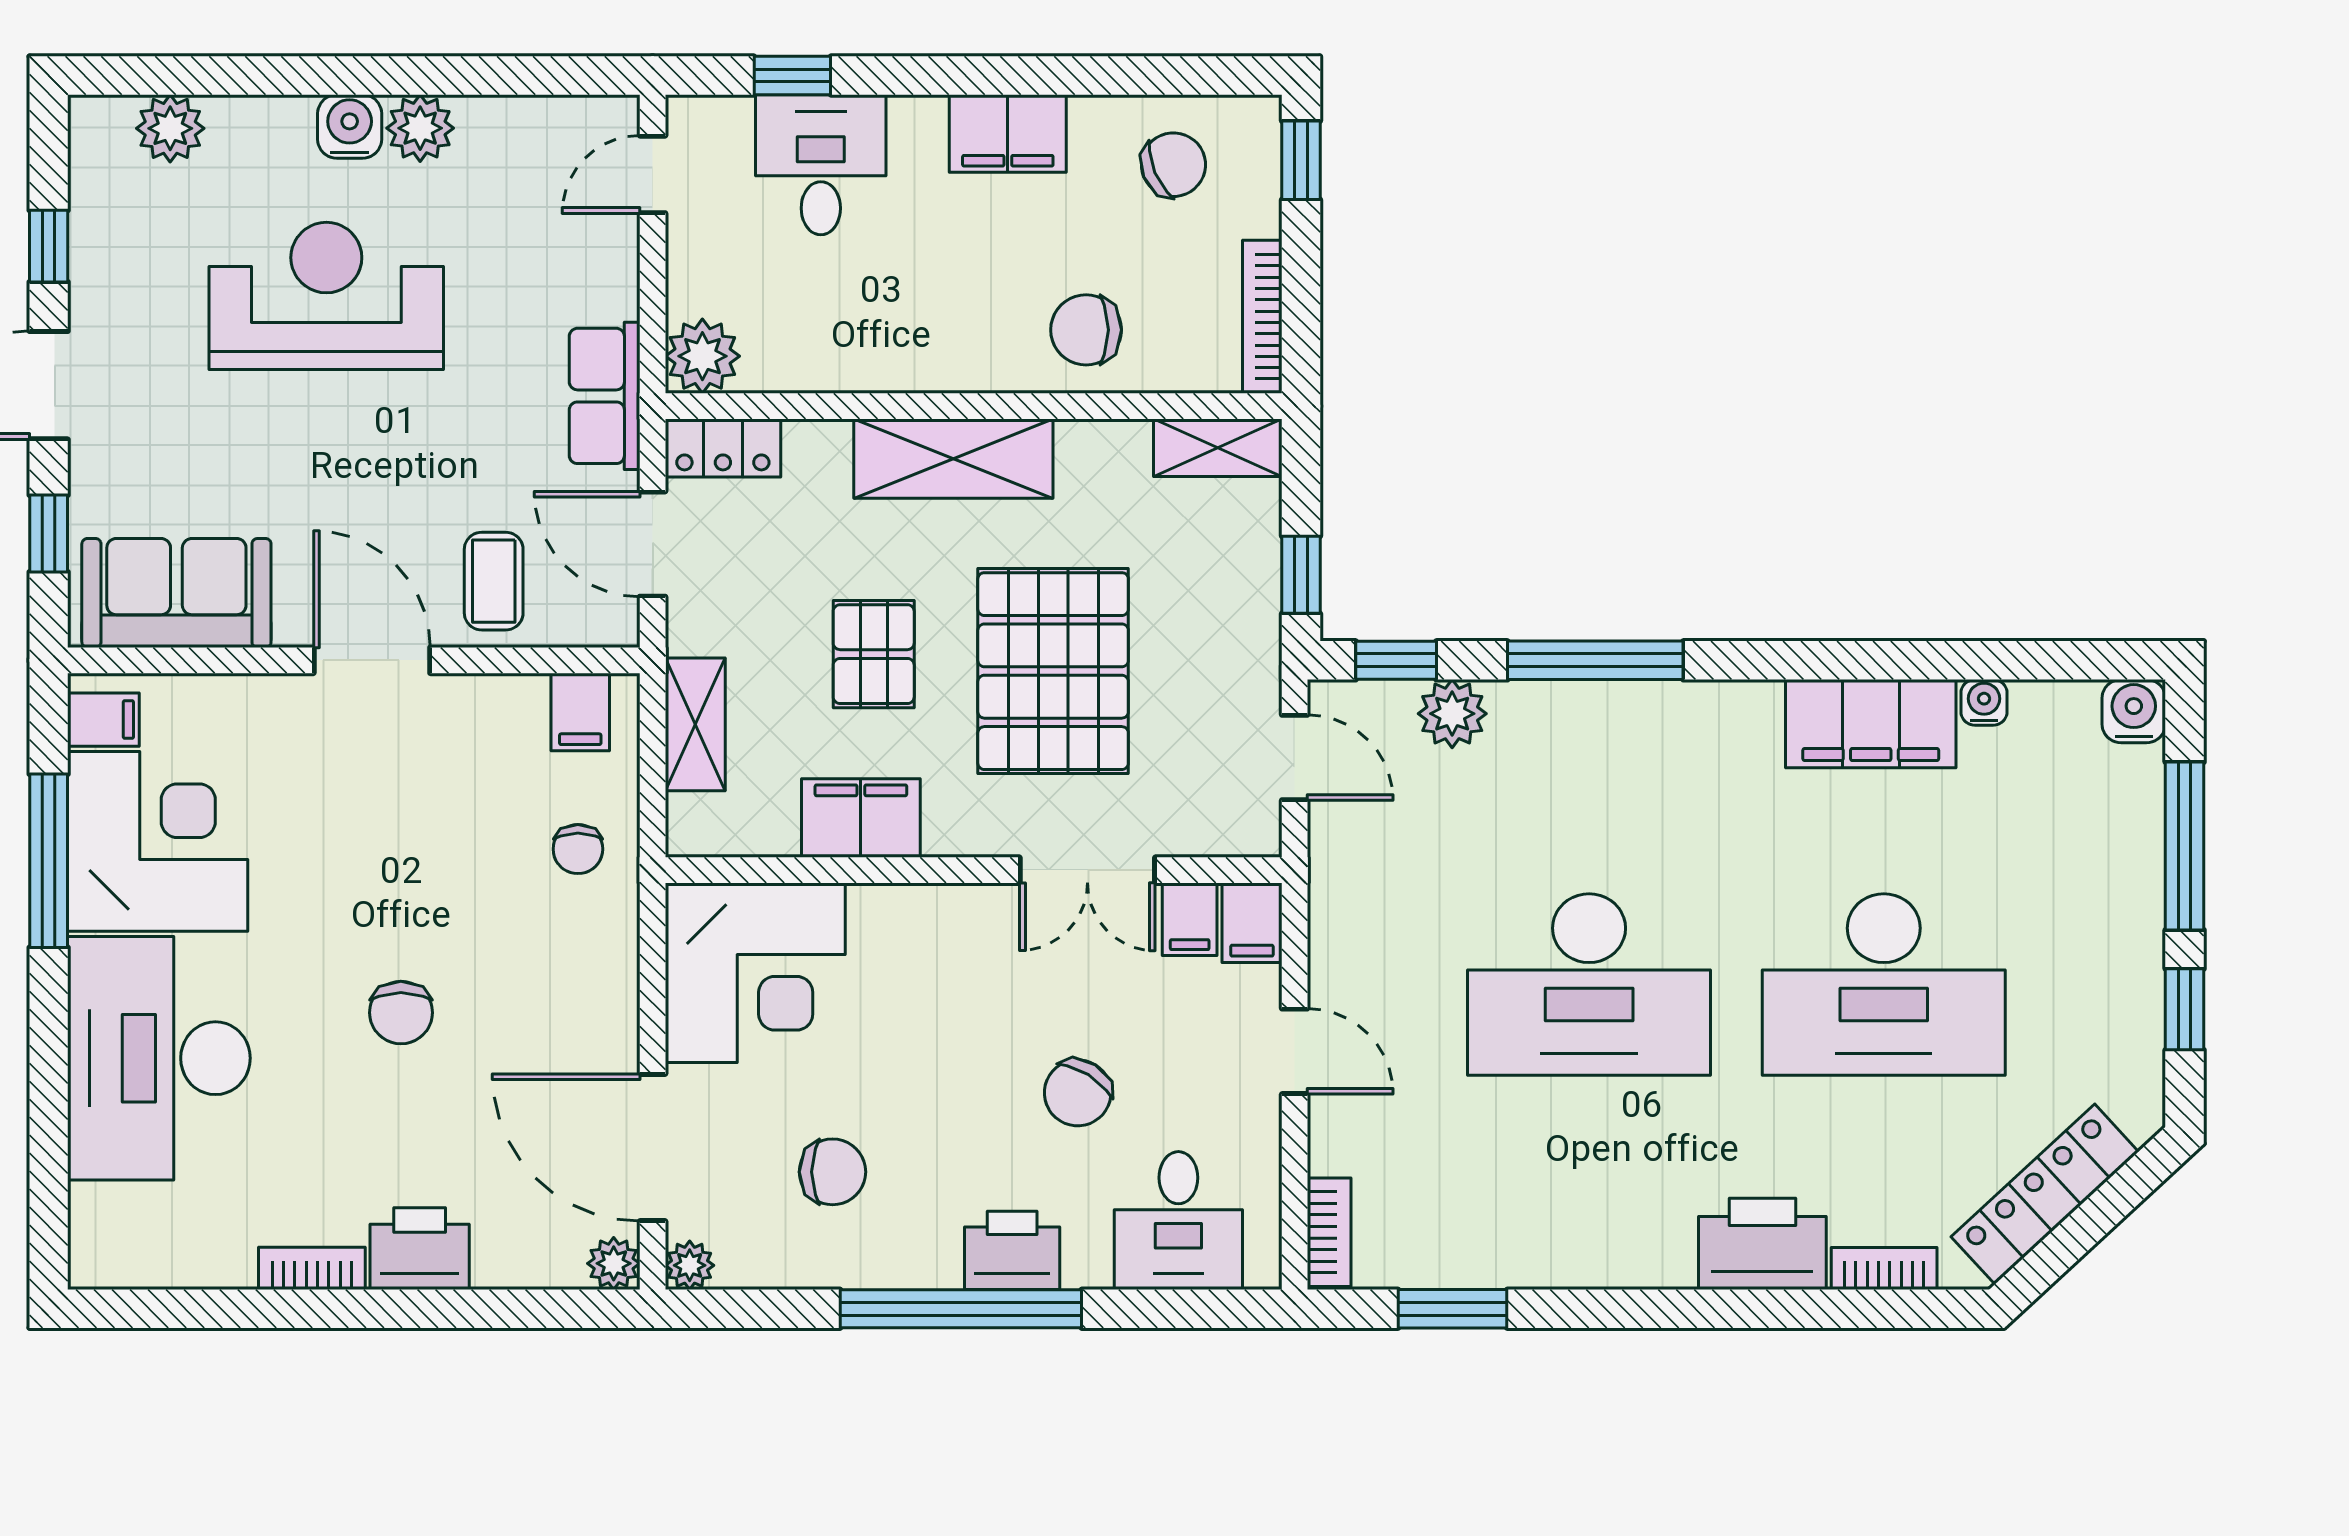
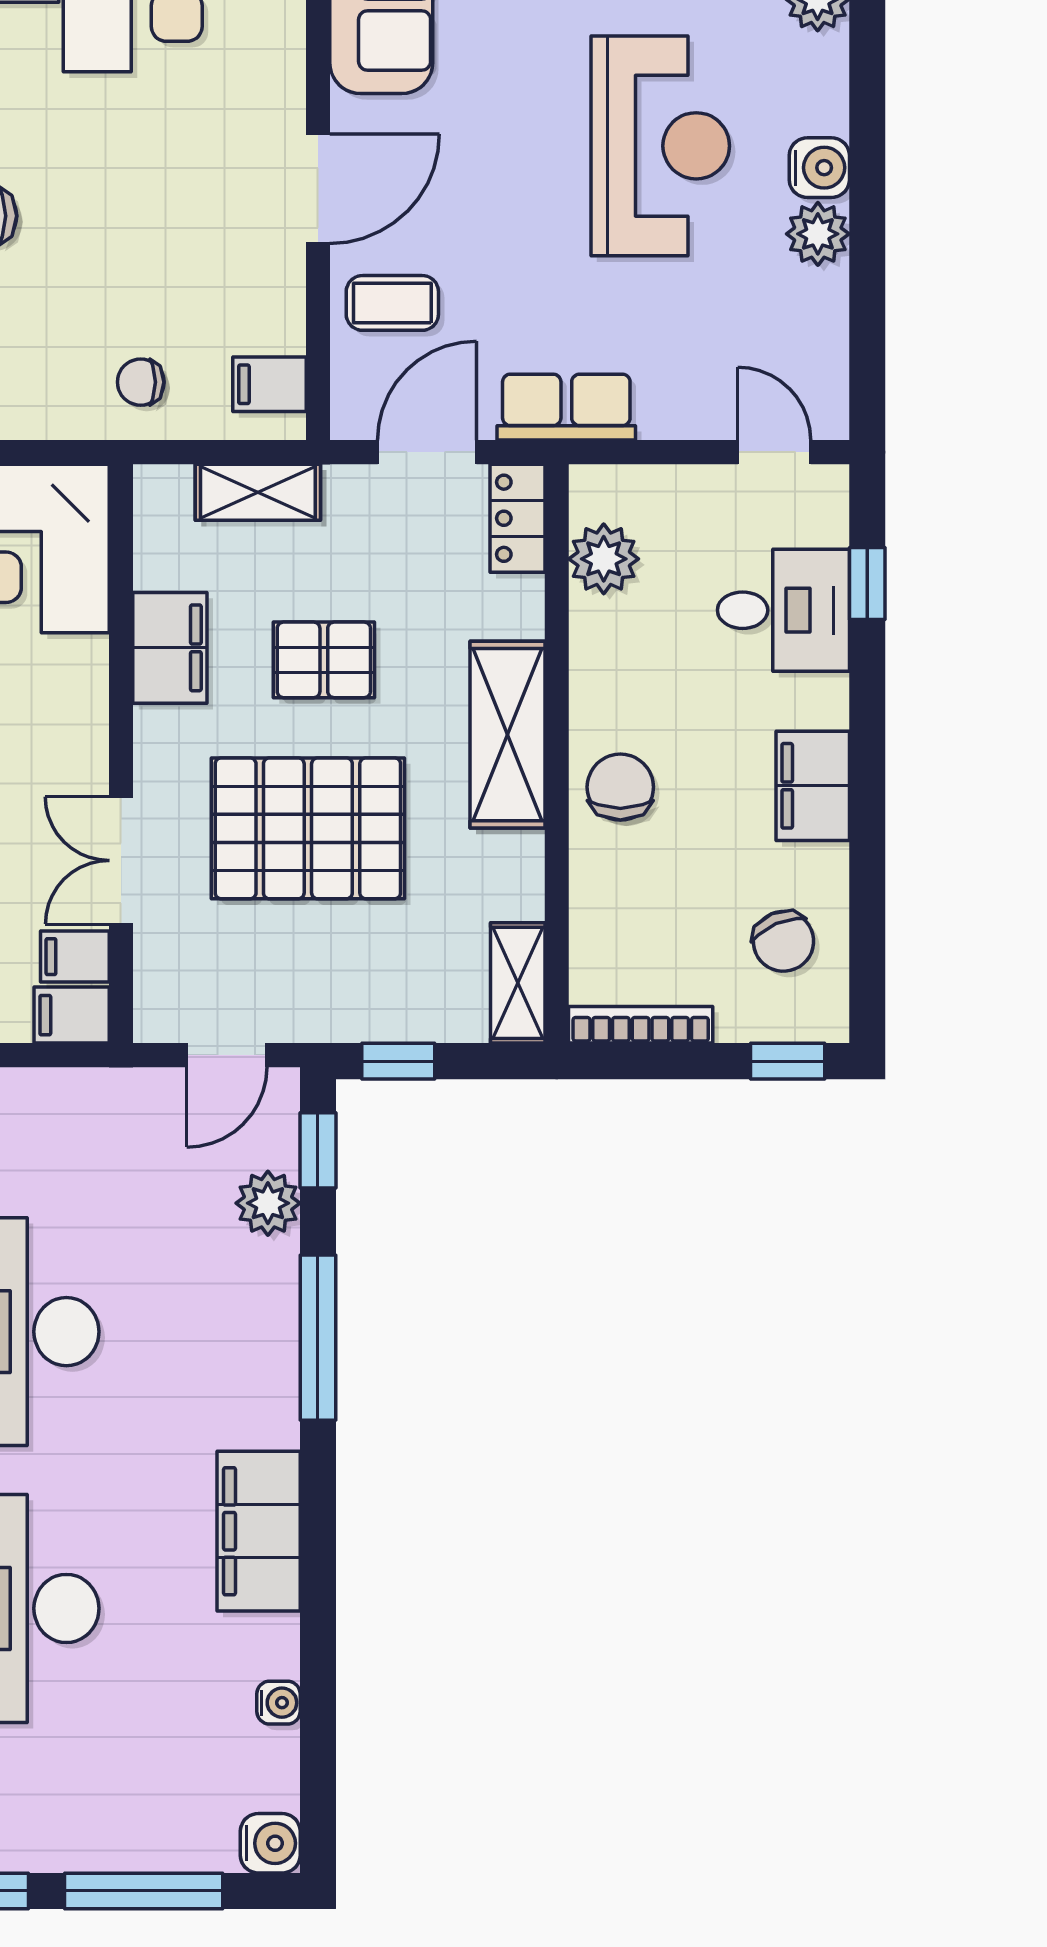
chair: (1086, 330) -> (620, 787), moved
plant: (702, 356) -> (604, 559), moved
filing cabinet: (1871, 724) -> (259, 1531), moved

